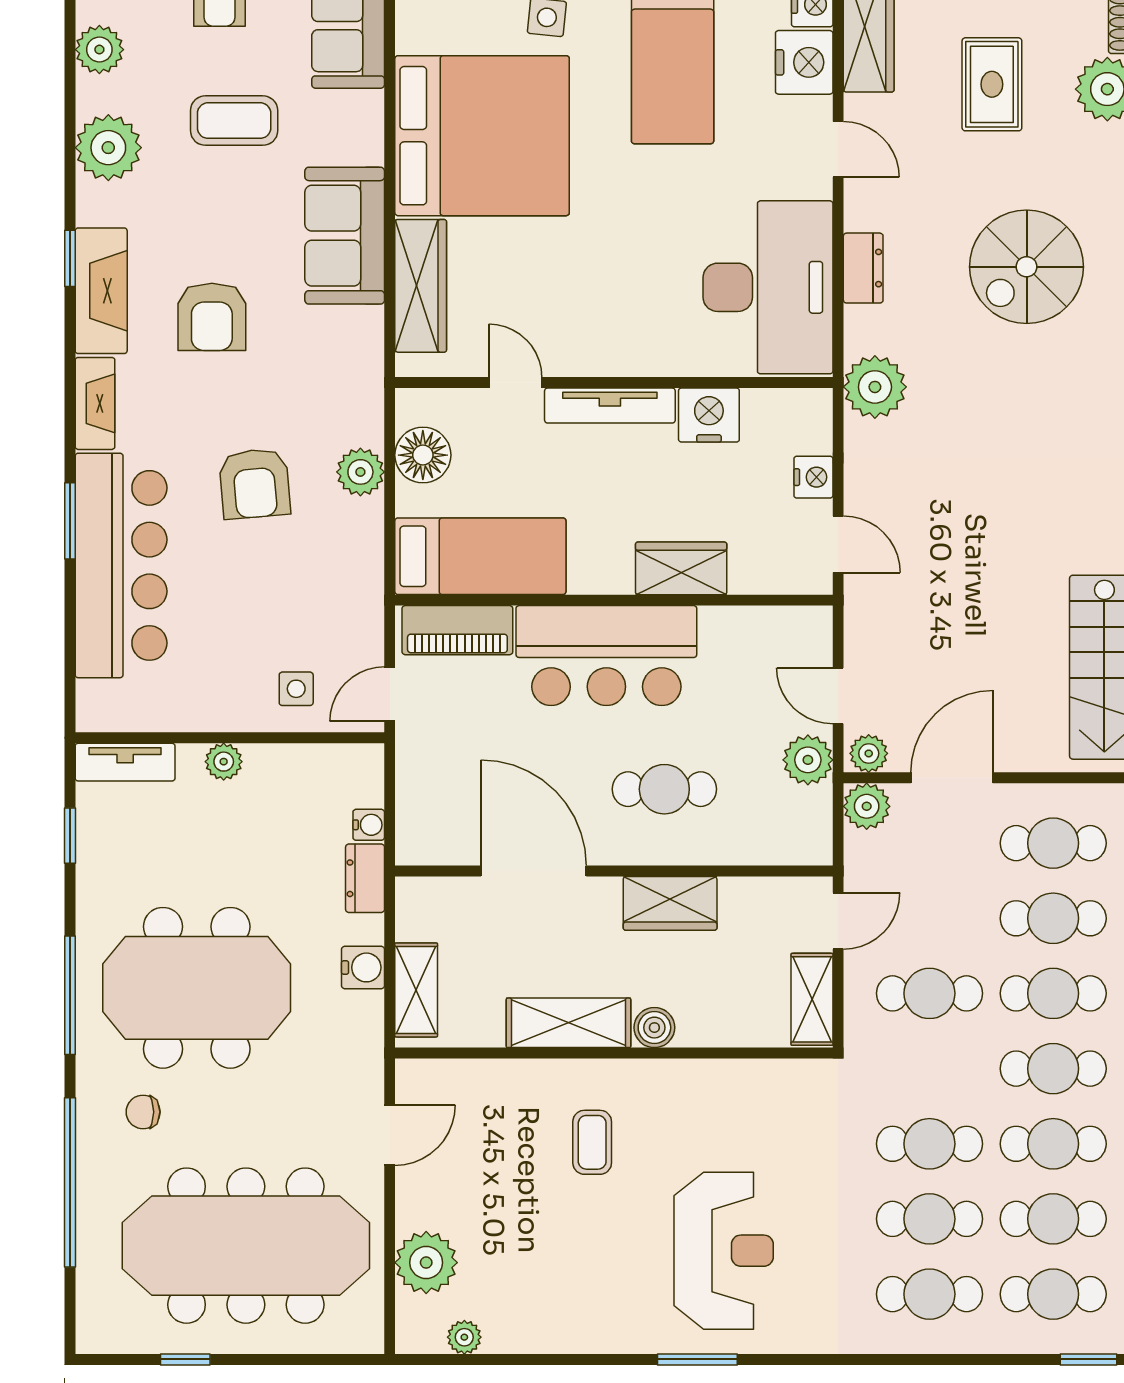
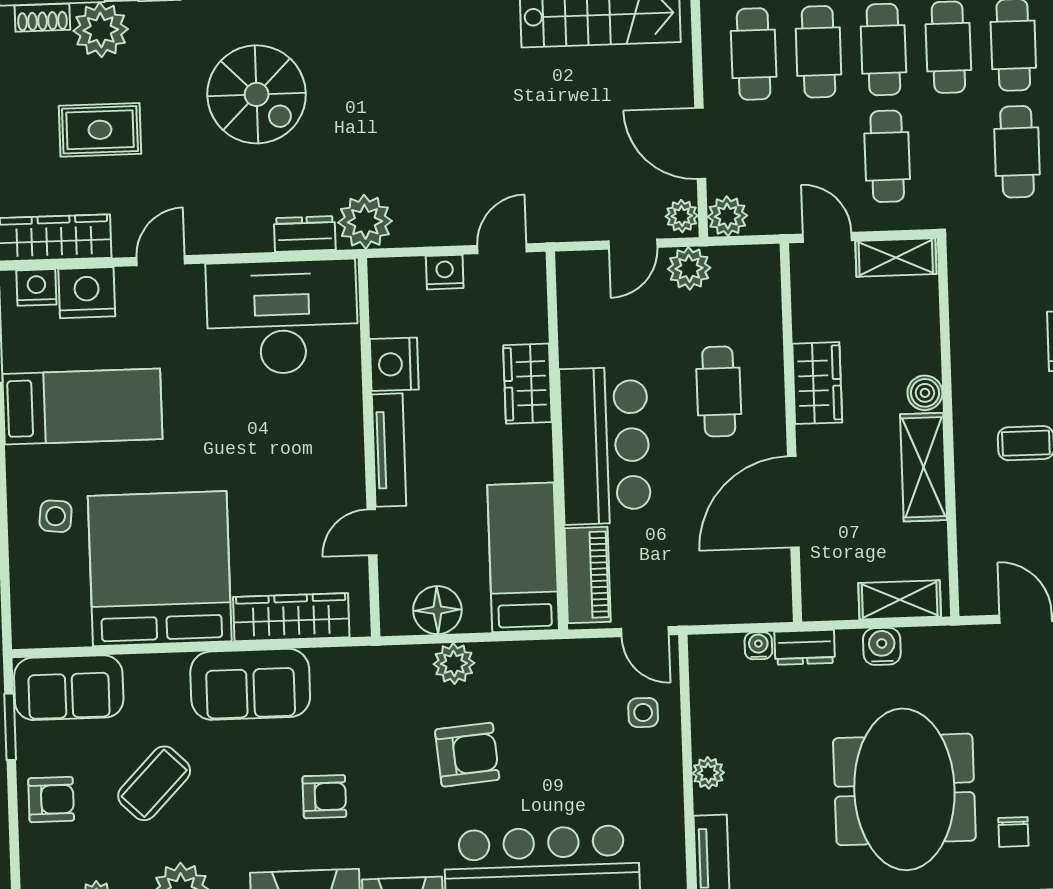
coffee table: (234, 121) -> (154, 783), turned 44
dresser: (863, 268) -> (305, 234), moved
armchair: (212, 317) -> (324, 797), width x0.72, depth x0.72

